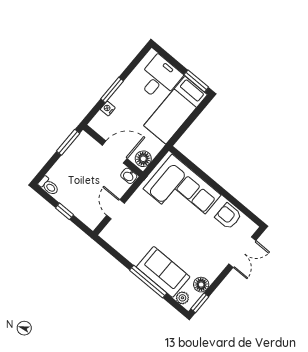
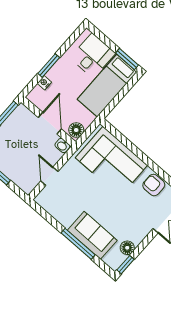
door: (115, 152) -> (50, 123), hinge flipped
plant: (182, 298) -> (110, 260), removed

